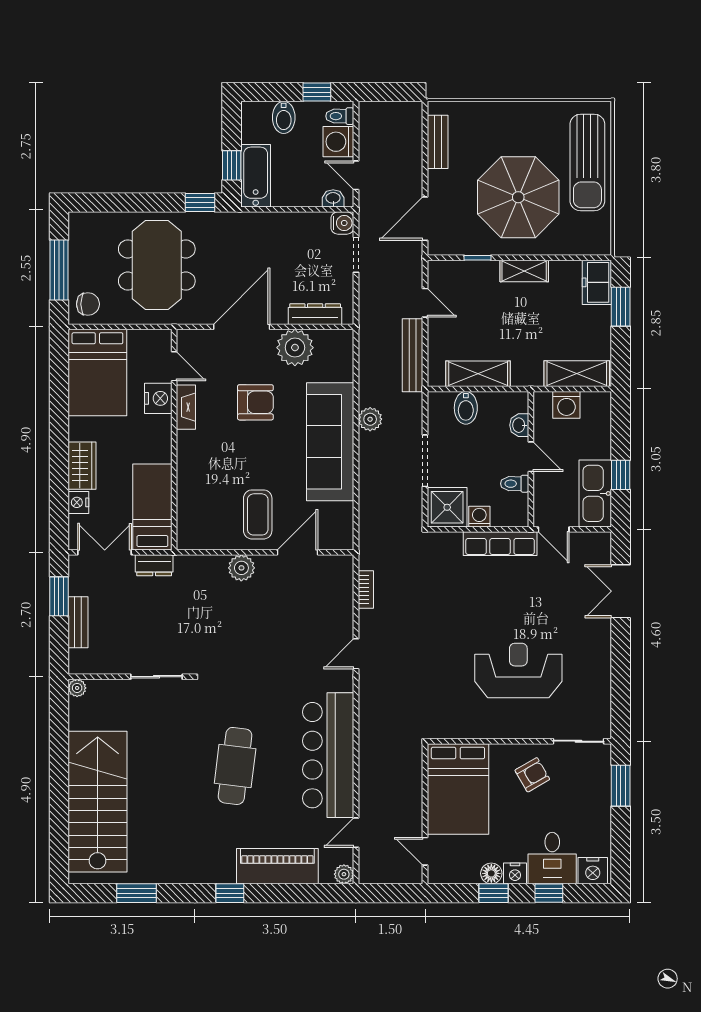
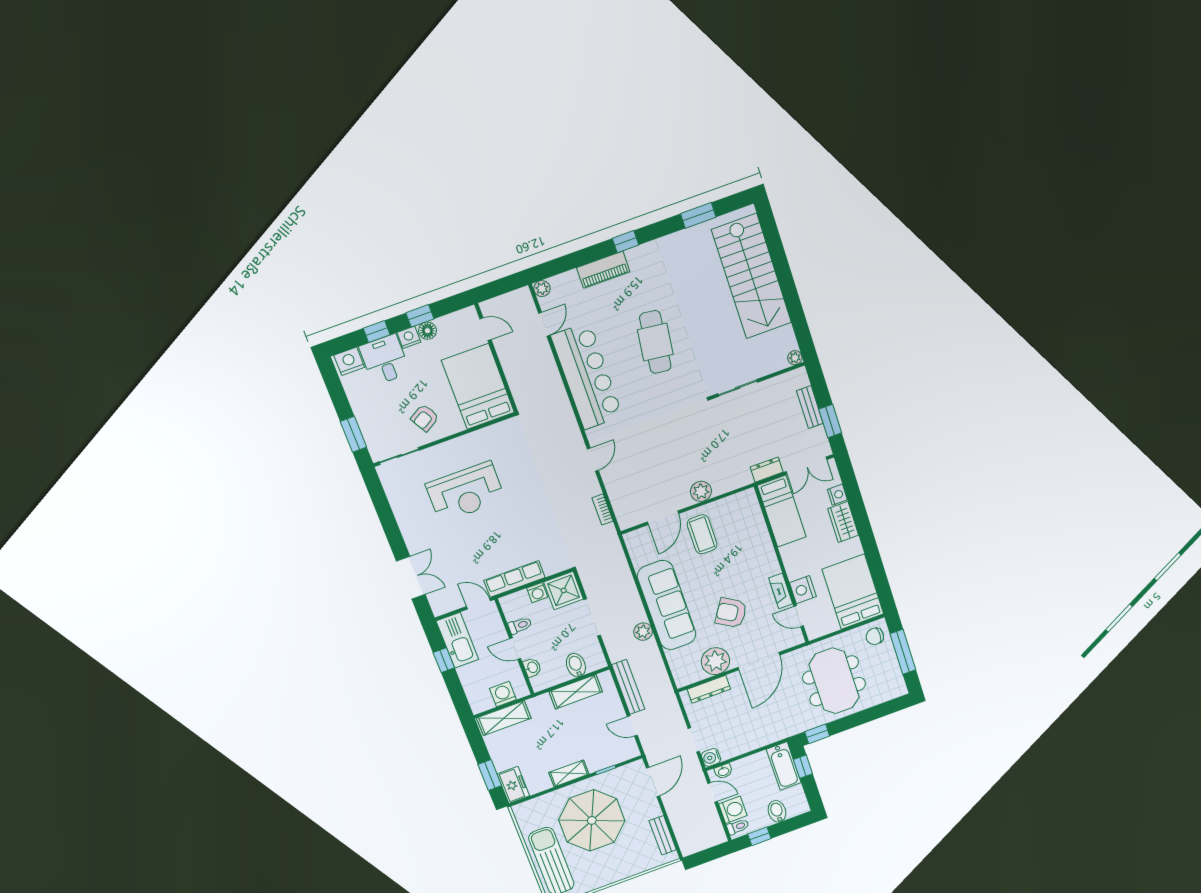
armchair: (255, 402) -> (731, 613), turned 32
piano: (277, 866) -> (603, 270), width x0.73, depth x0.75

